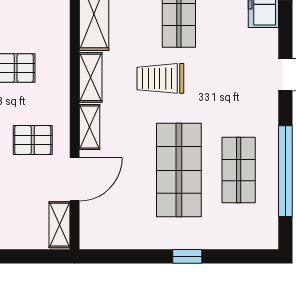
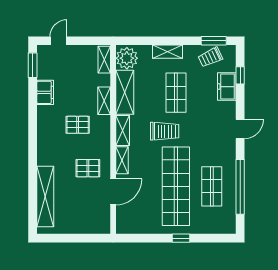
trolley: (160, 78) -> (165, 131), turned 180
shop shelf: (179, 170) -> (176, 186), width x1.40
shelving: (60, 225) -> (104, 101), moved

